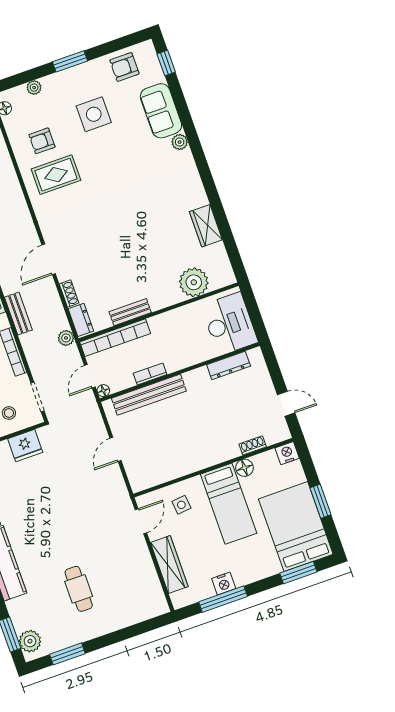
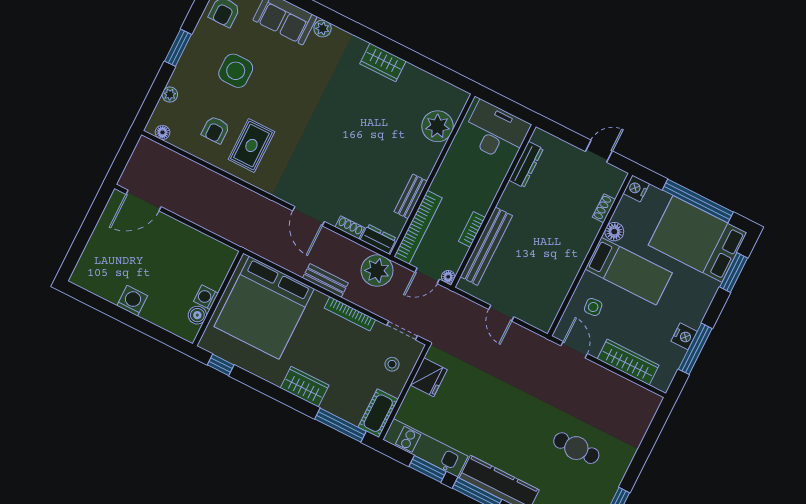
wardrobe: (206, 226) -> (383, 62), moved
plant: (66, 338) -> (377, 271), width x1.88, depth x1.88
door: (90, 376) -> (427, 276), hinge flipped
window: (320, 501) -> (698, 201), width x2.11

